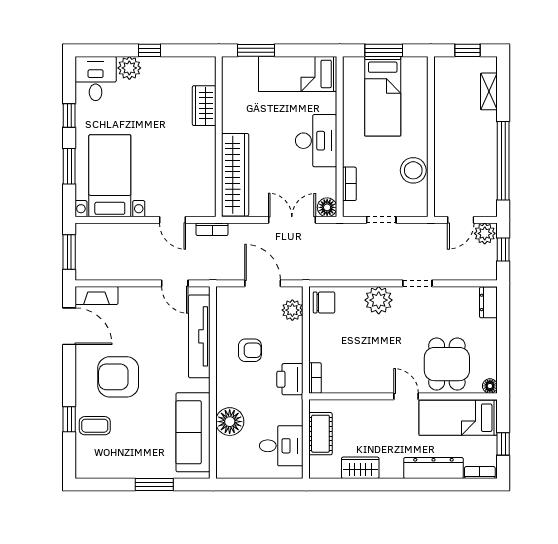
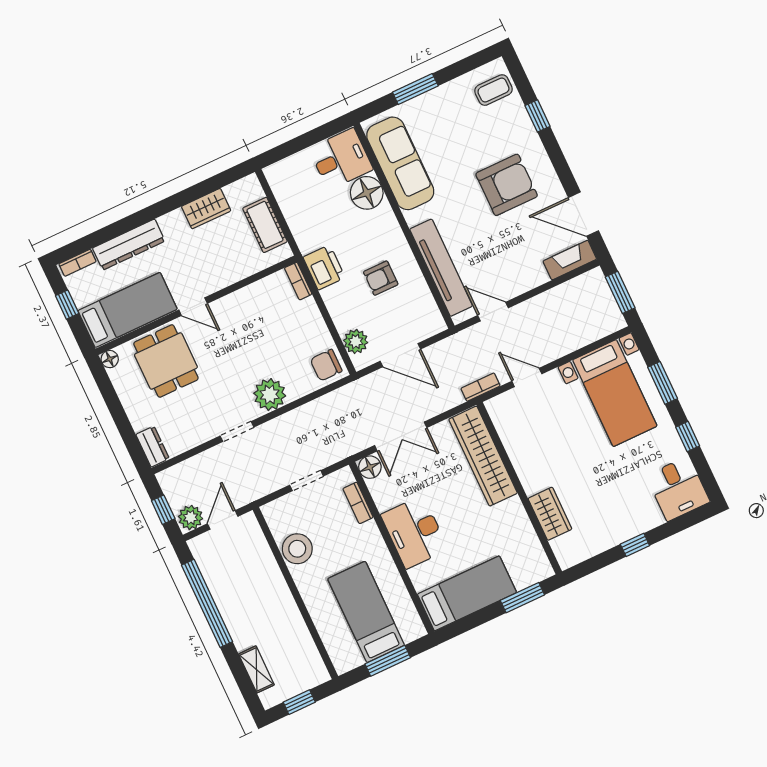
plant: (129, 68) -> (648, 516), removed
coffee table: (95, 426) -> (493, 90), moved
desk: (281, 446) -> (341, 159), moved, turned 180

